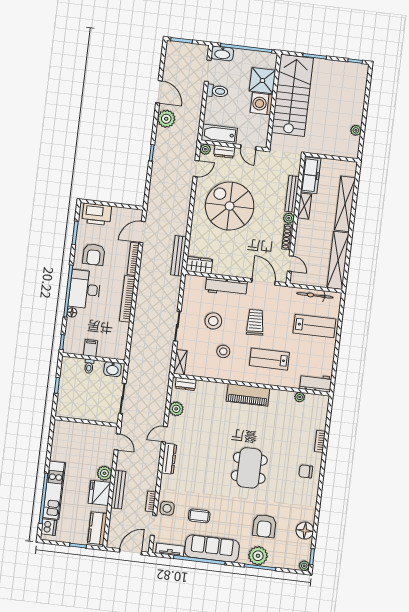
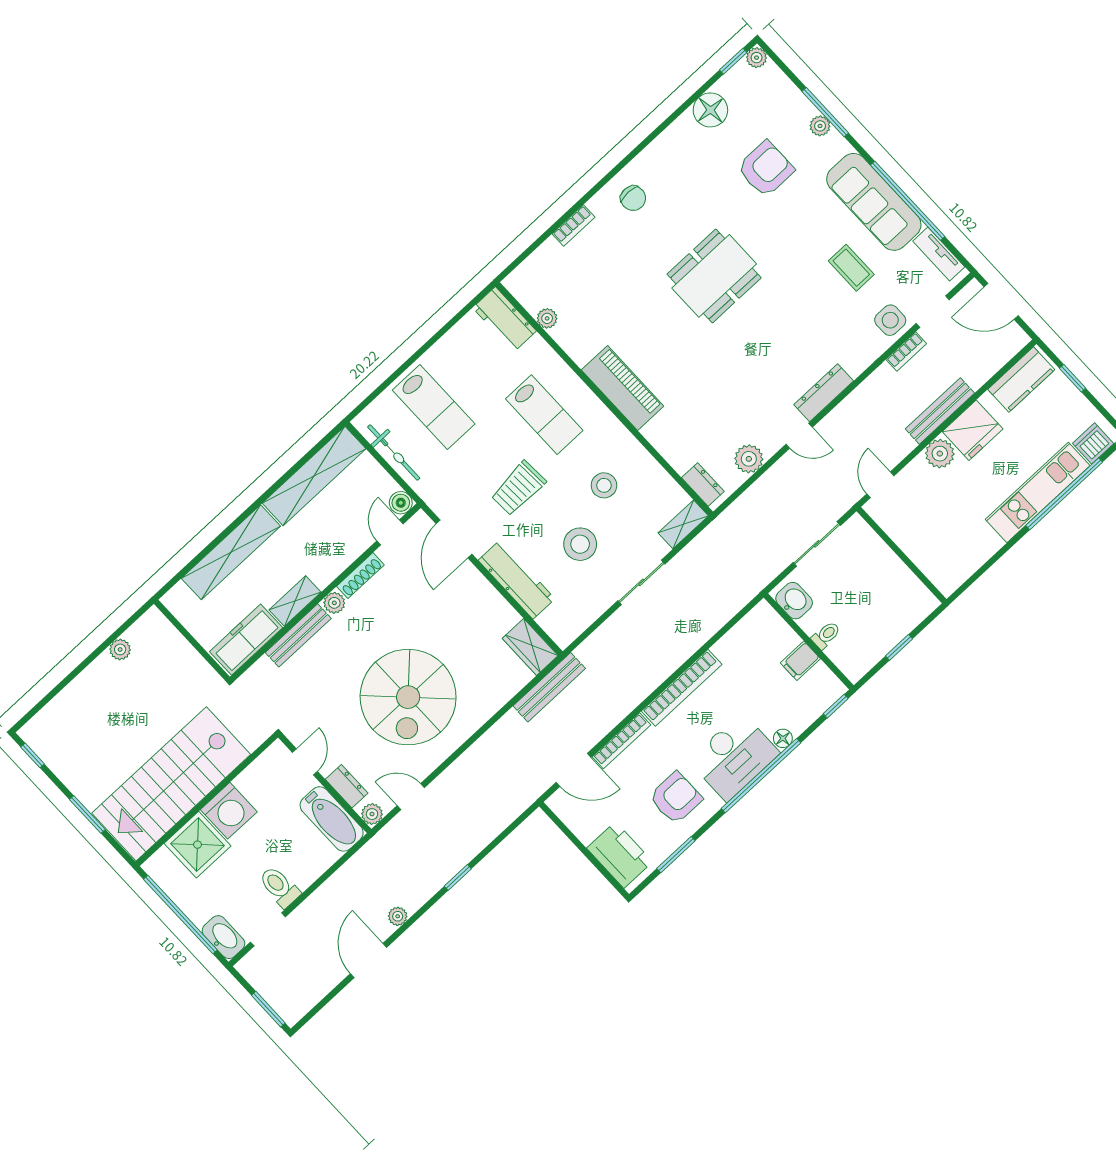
plant: (166, 119) -> (398, 916), width x0.53, depth x0.53
boiler: (296, 278) -> (401, 503), added
lab bench: (314, 326) -> (434, 407), turned 180
plant: (258, 556) -> (820, 126), width x0.53, depth x0.53

